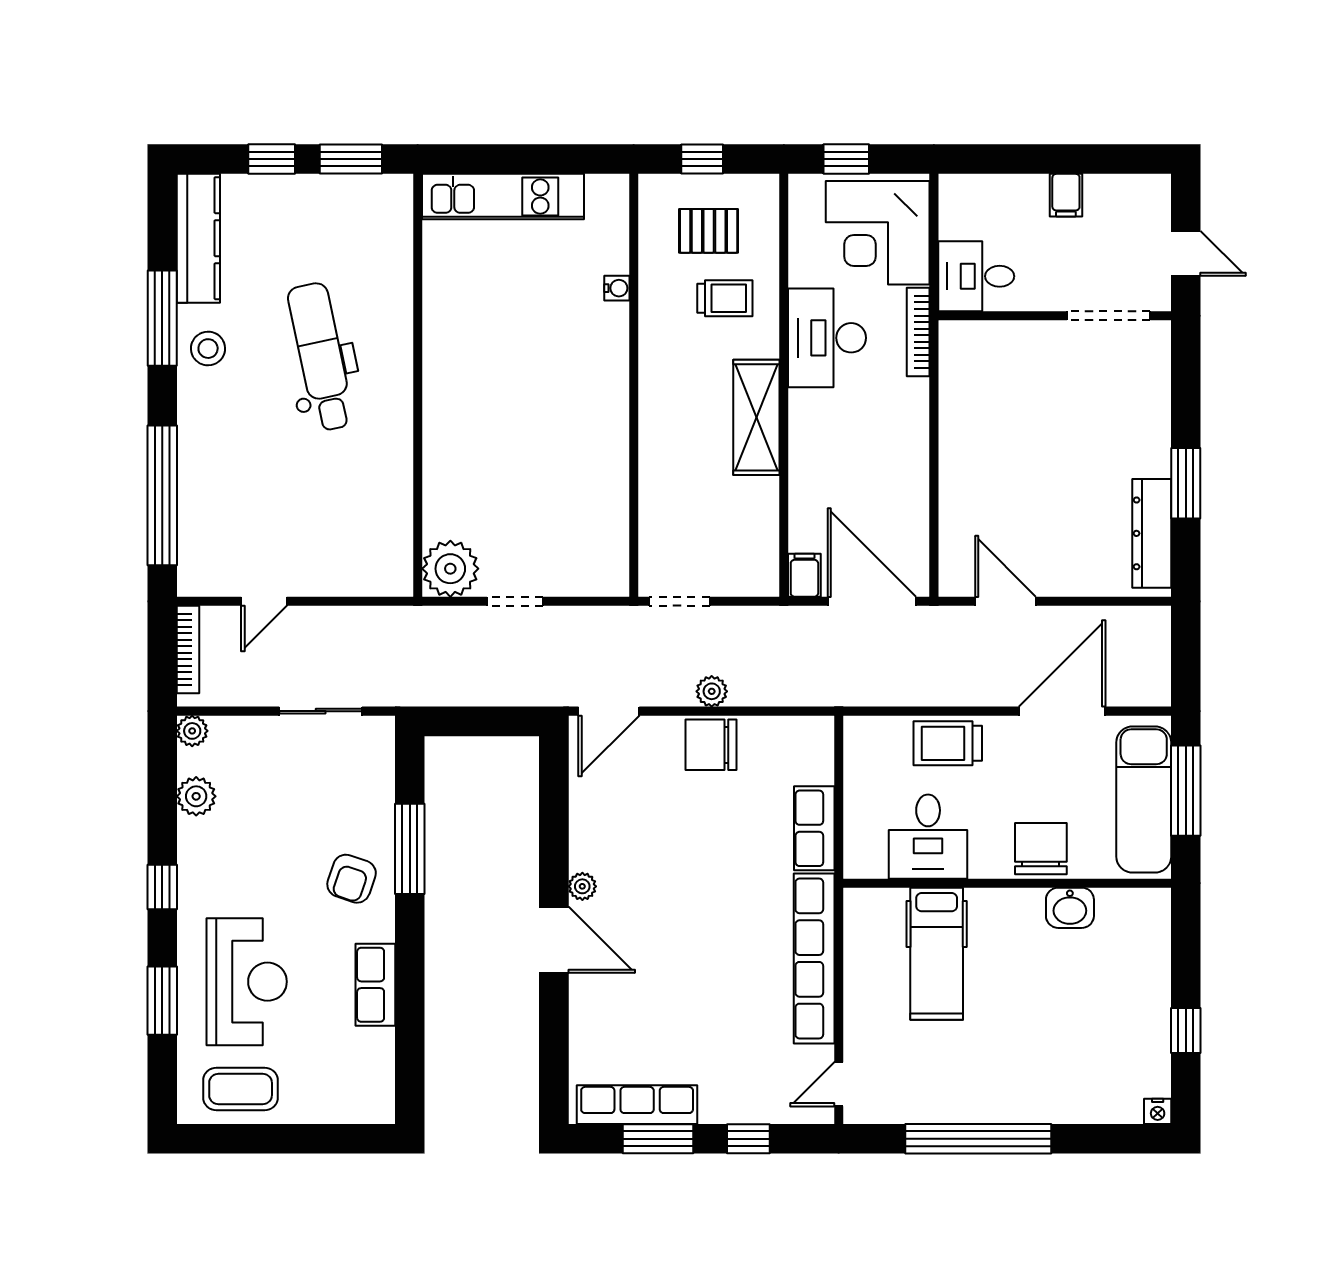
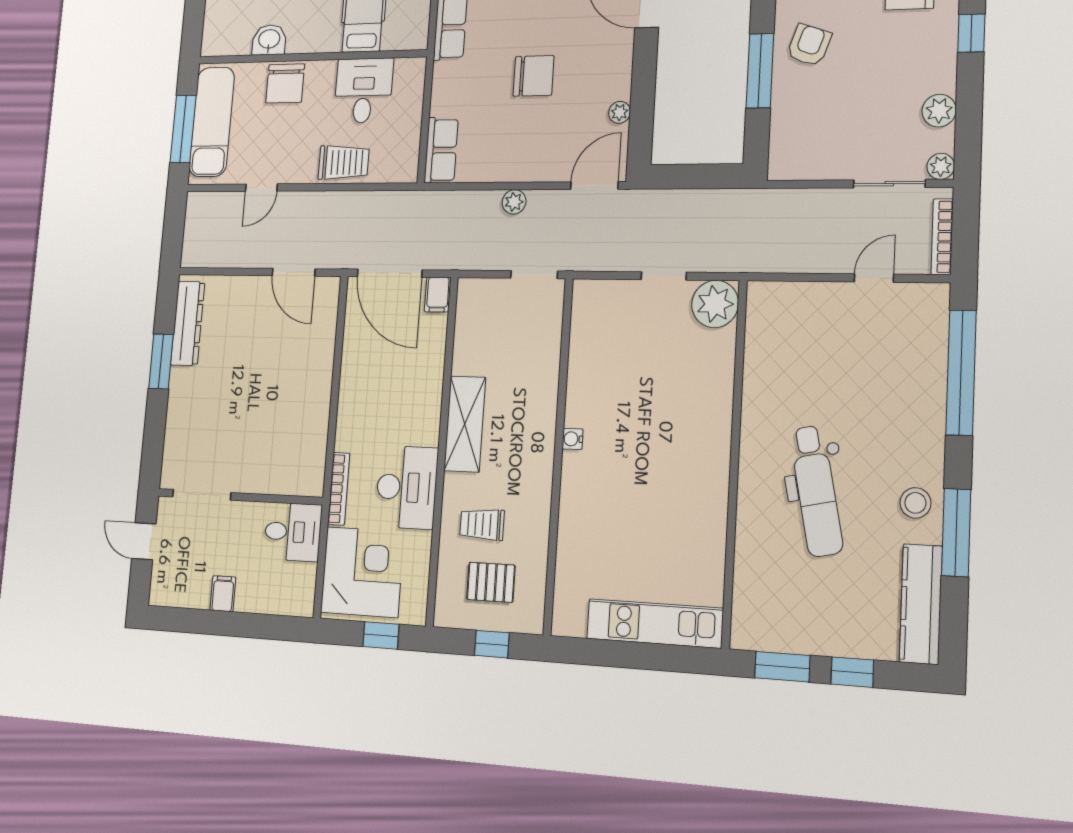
water cooler: (617, 288) -> (573, 439), moved
sliding door: (321, 711) -> (889, 184), moved
door: (1062, 711) -> (261, 188), width x0.53
chair: (711, 745) -> (533, 76), moved
row of seats: (814, 828) -> (441, 150), moved
plant: (582, 886) -> (620, 112), moved

